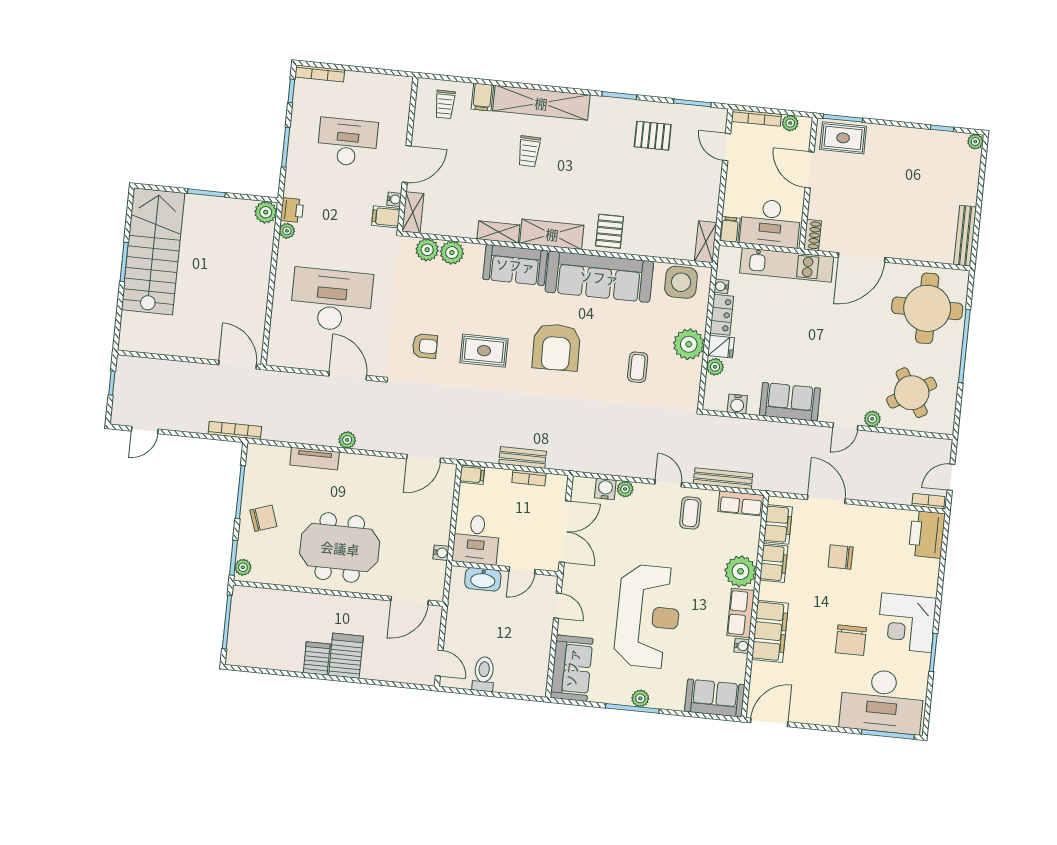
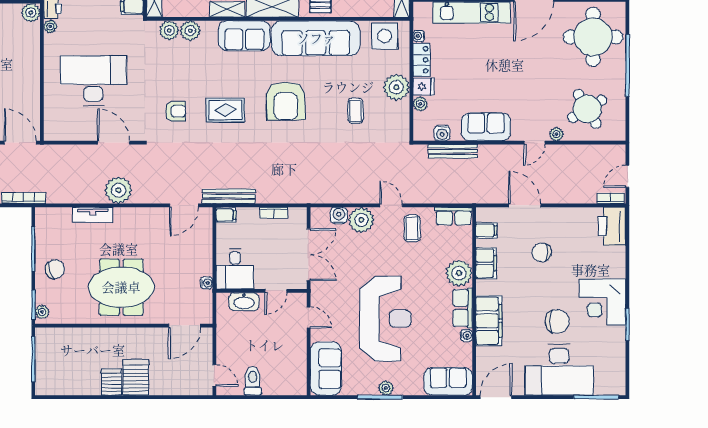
plant: (347, 440) -> (118, 190), width x1.87, depth x1.87
bench: (523, 458) -> (229, 196), moved, width x1.36
bench: (723, 479) -> (453, 151), moved
plant: (625, 489) -> (361, 220), width x1.88, depth x1.88
filing cabinet: (778, 524) -> (486, 230), width x0.50
chair: (851, 640) -> (557, 321), turned -90
desk: (882, 701) -> (559, 370), moved

